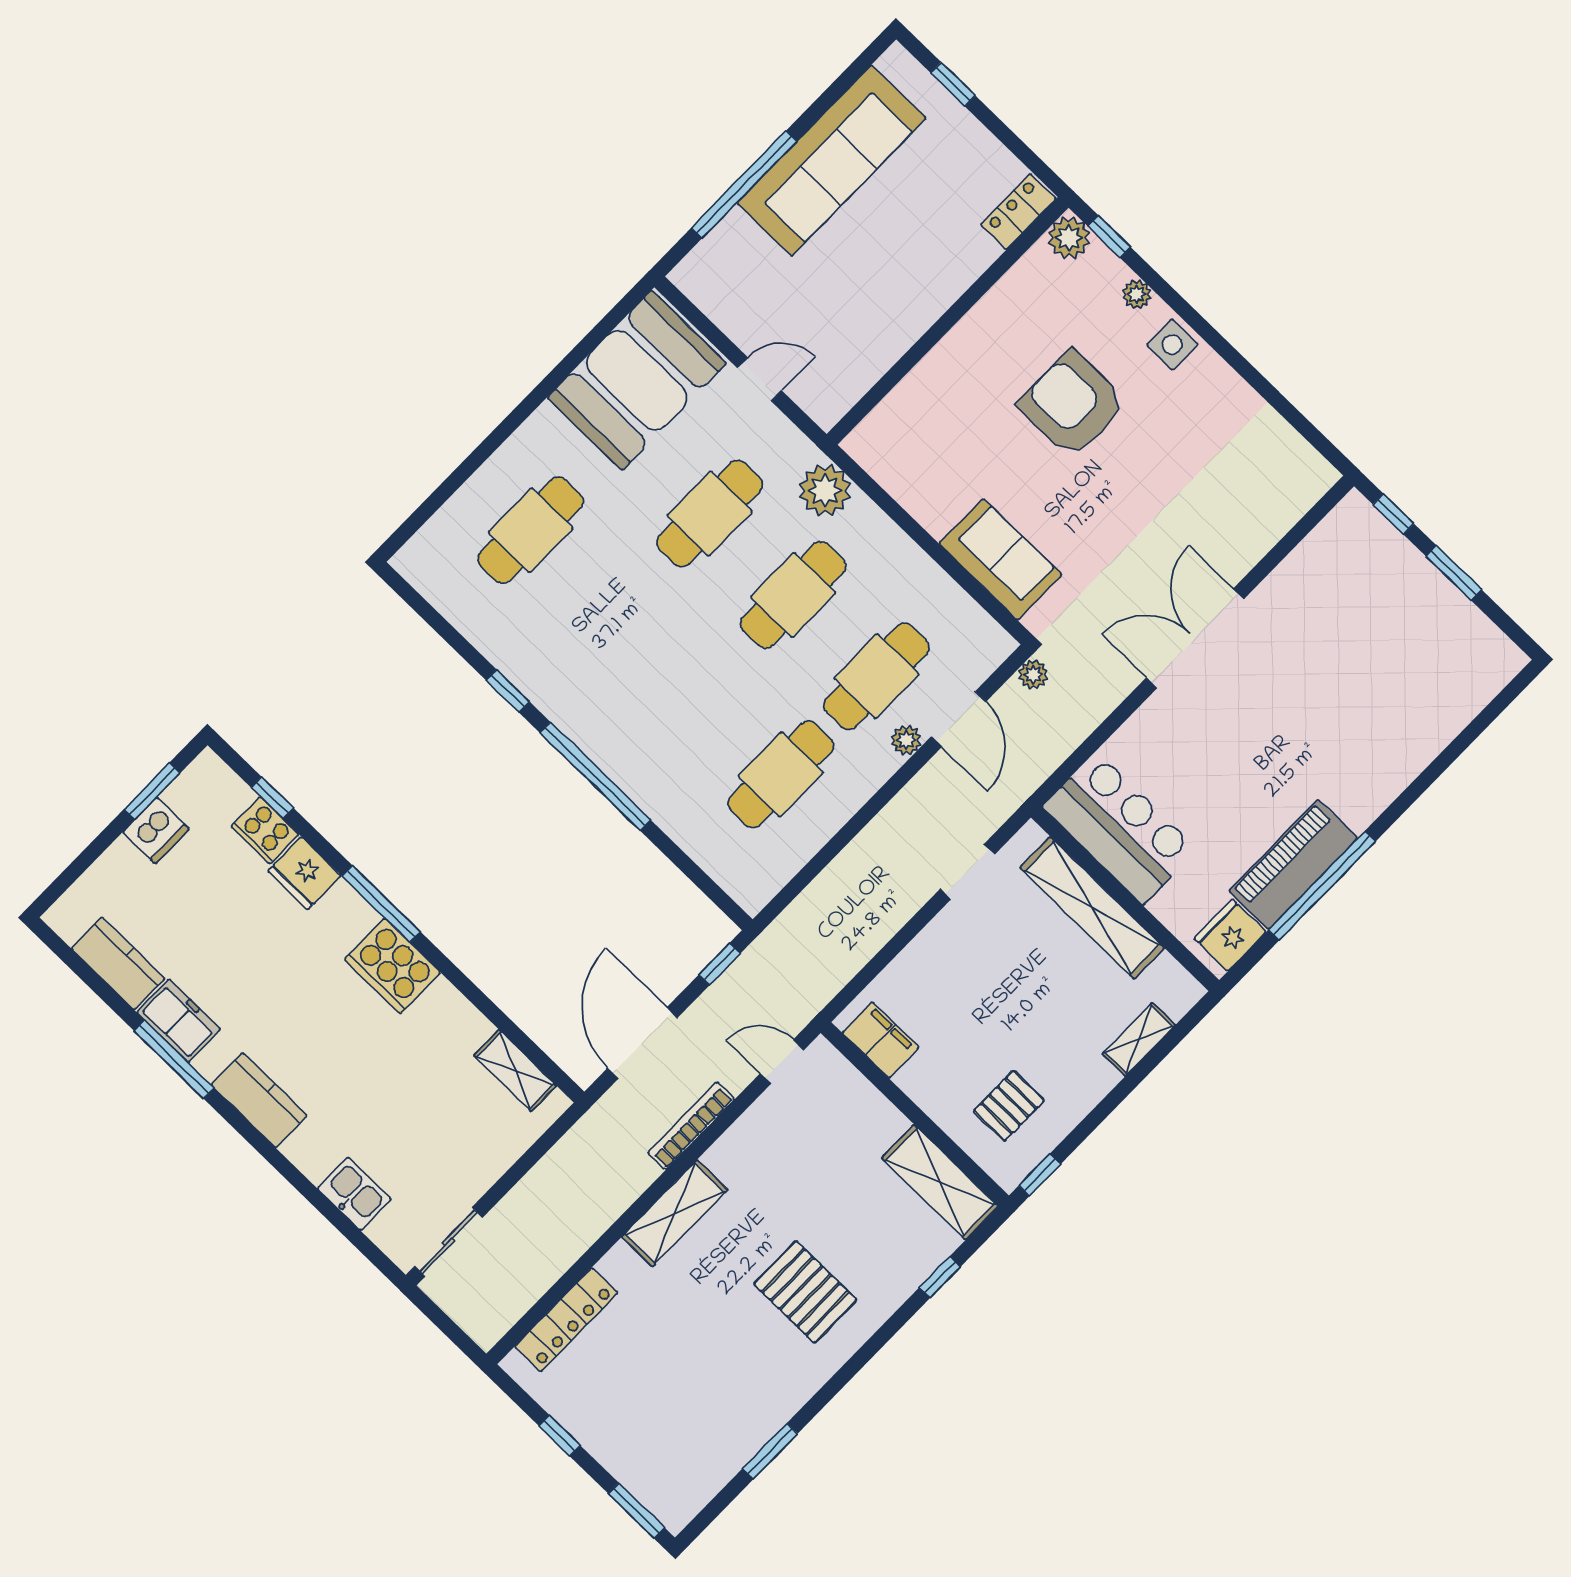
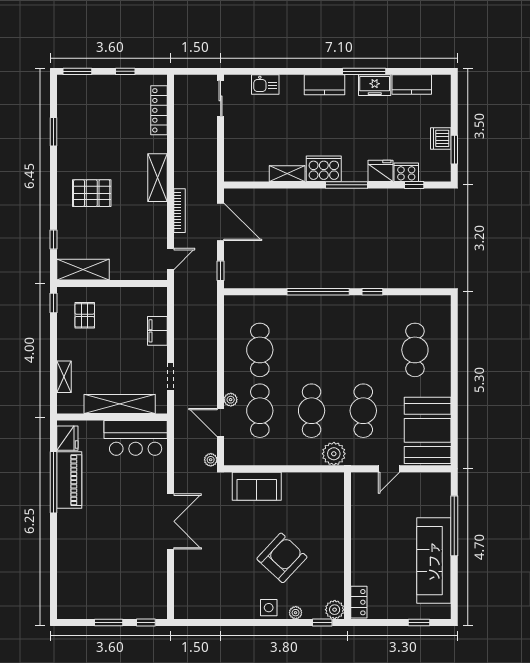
armchair: (1073, 404) -> (282, 558), turned -47
filing cabinet: (881, 1040) -> (157, 331), moved, turned 90
shelving: (515, 1071) -> (287, 174), moved

